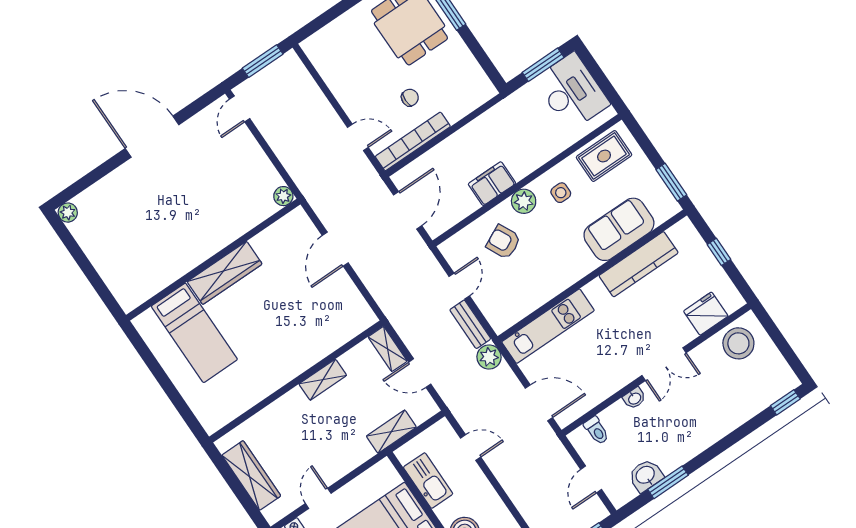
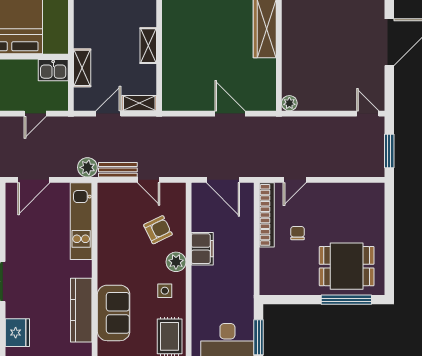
chair: (410, 98) -> (298, 233), turned 180
kitchen sink: (428, 481) -> (53, 70), moved, width x0.73

